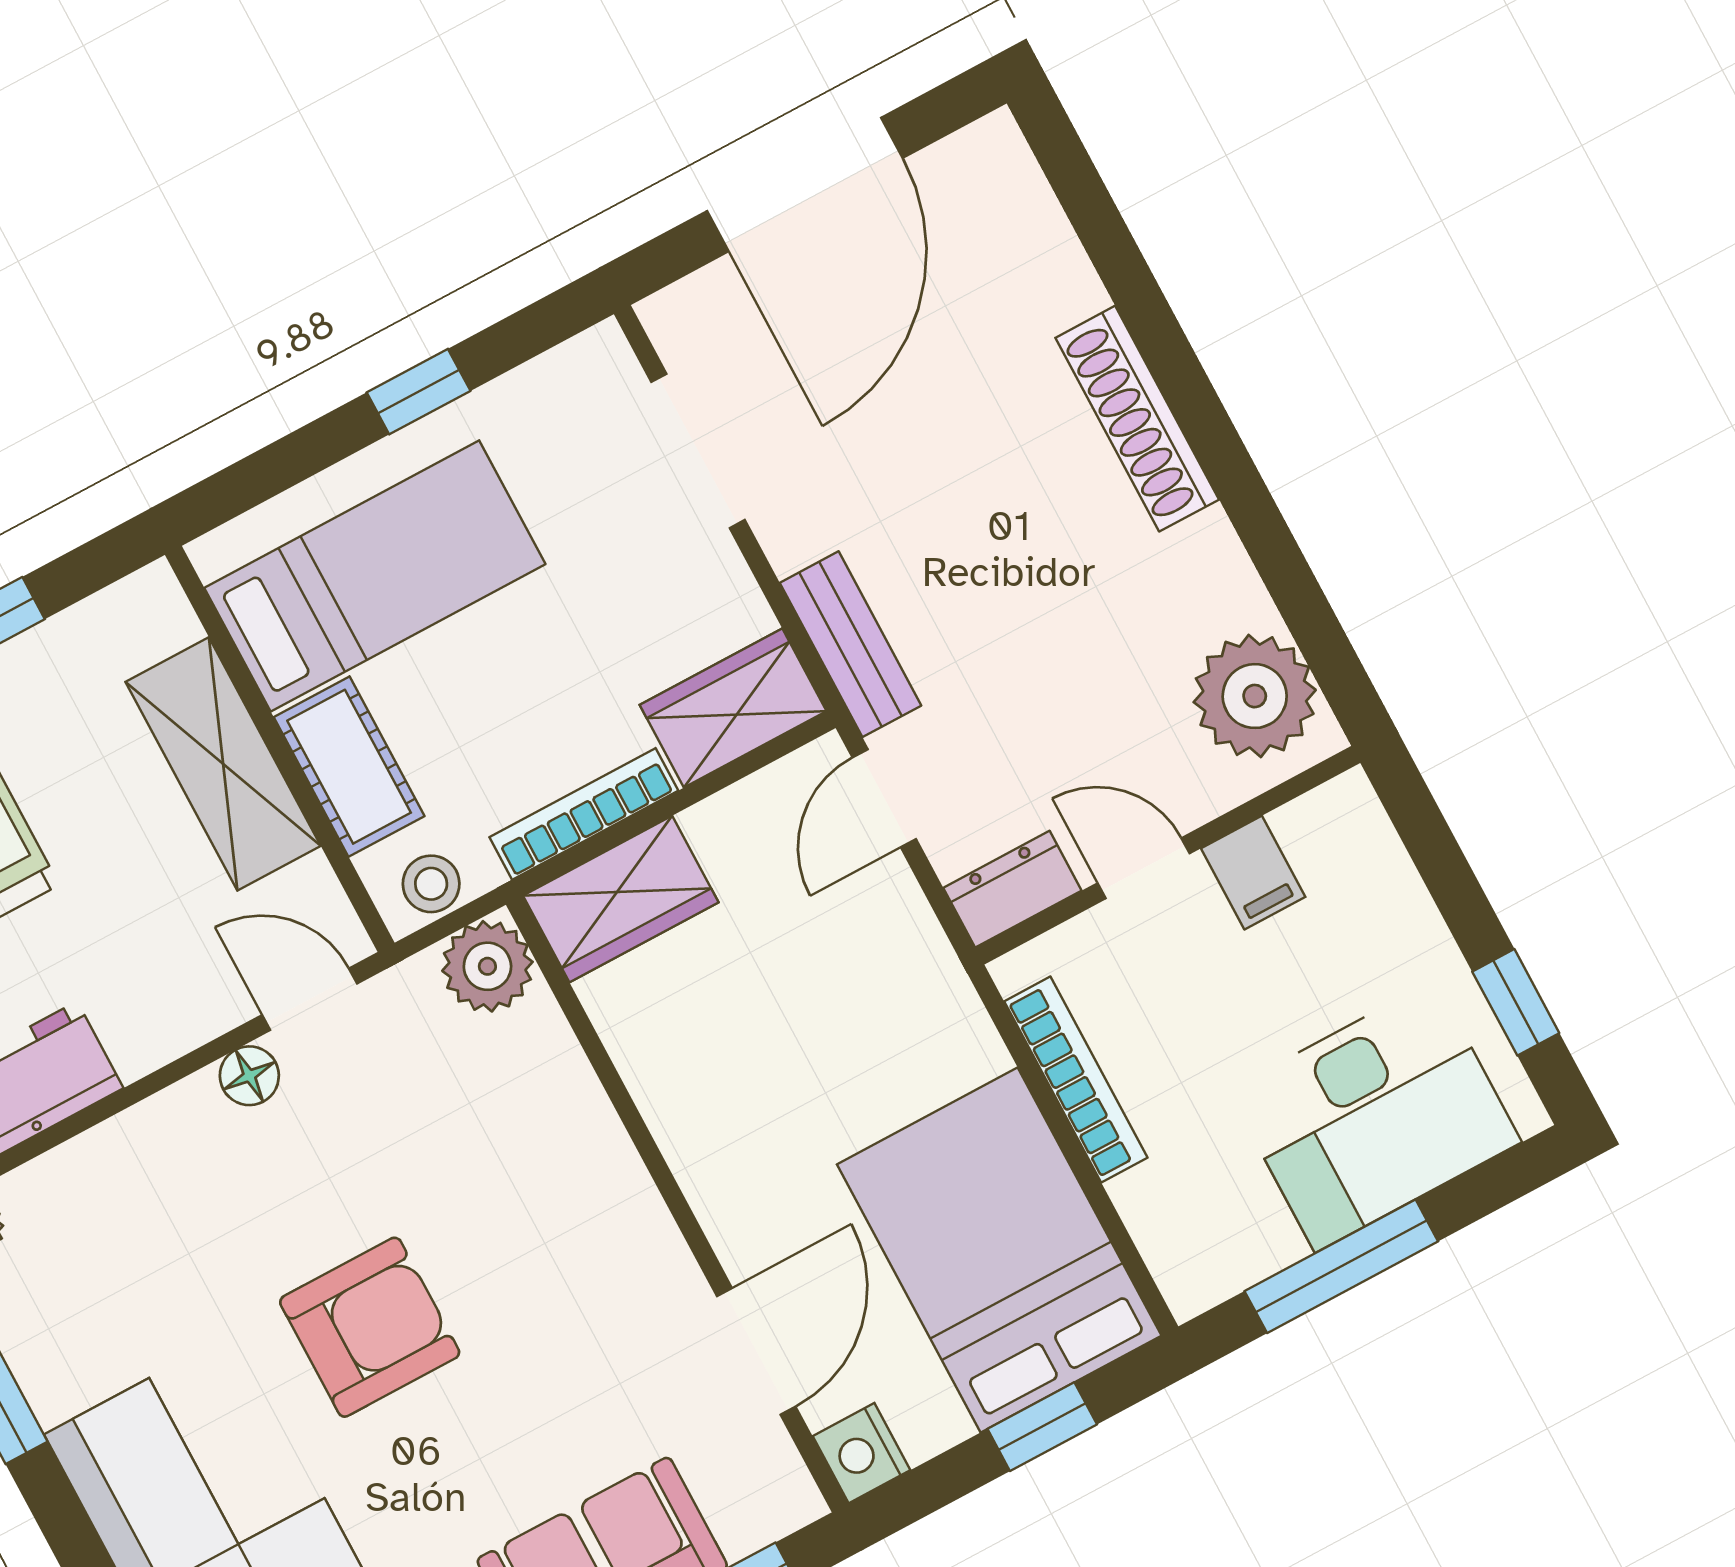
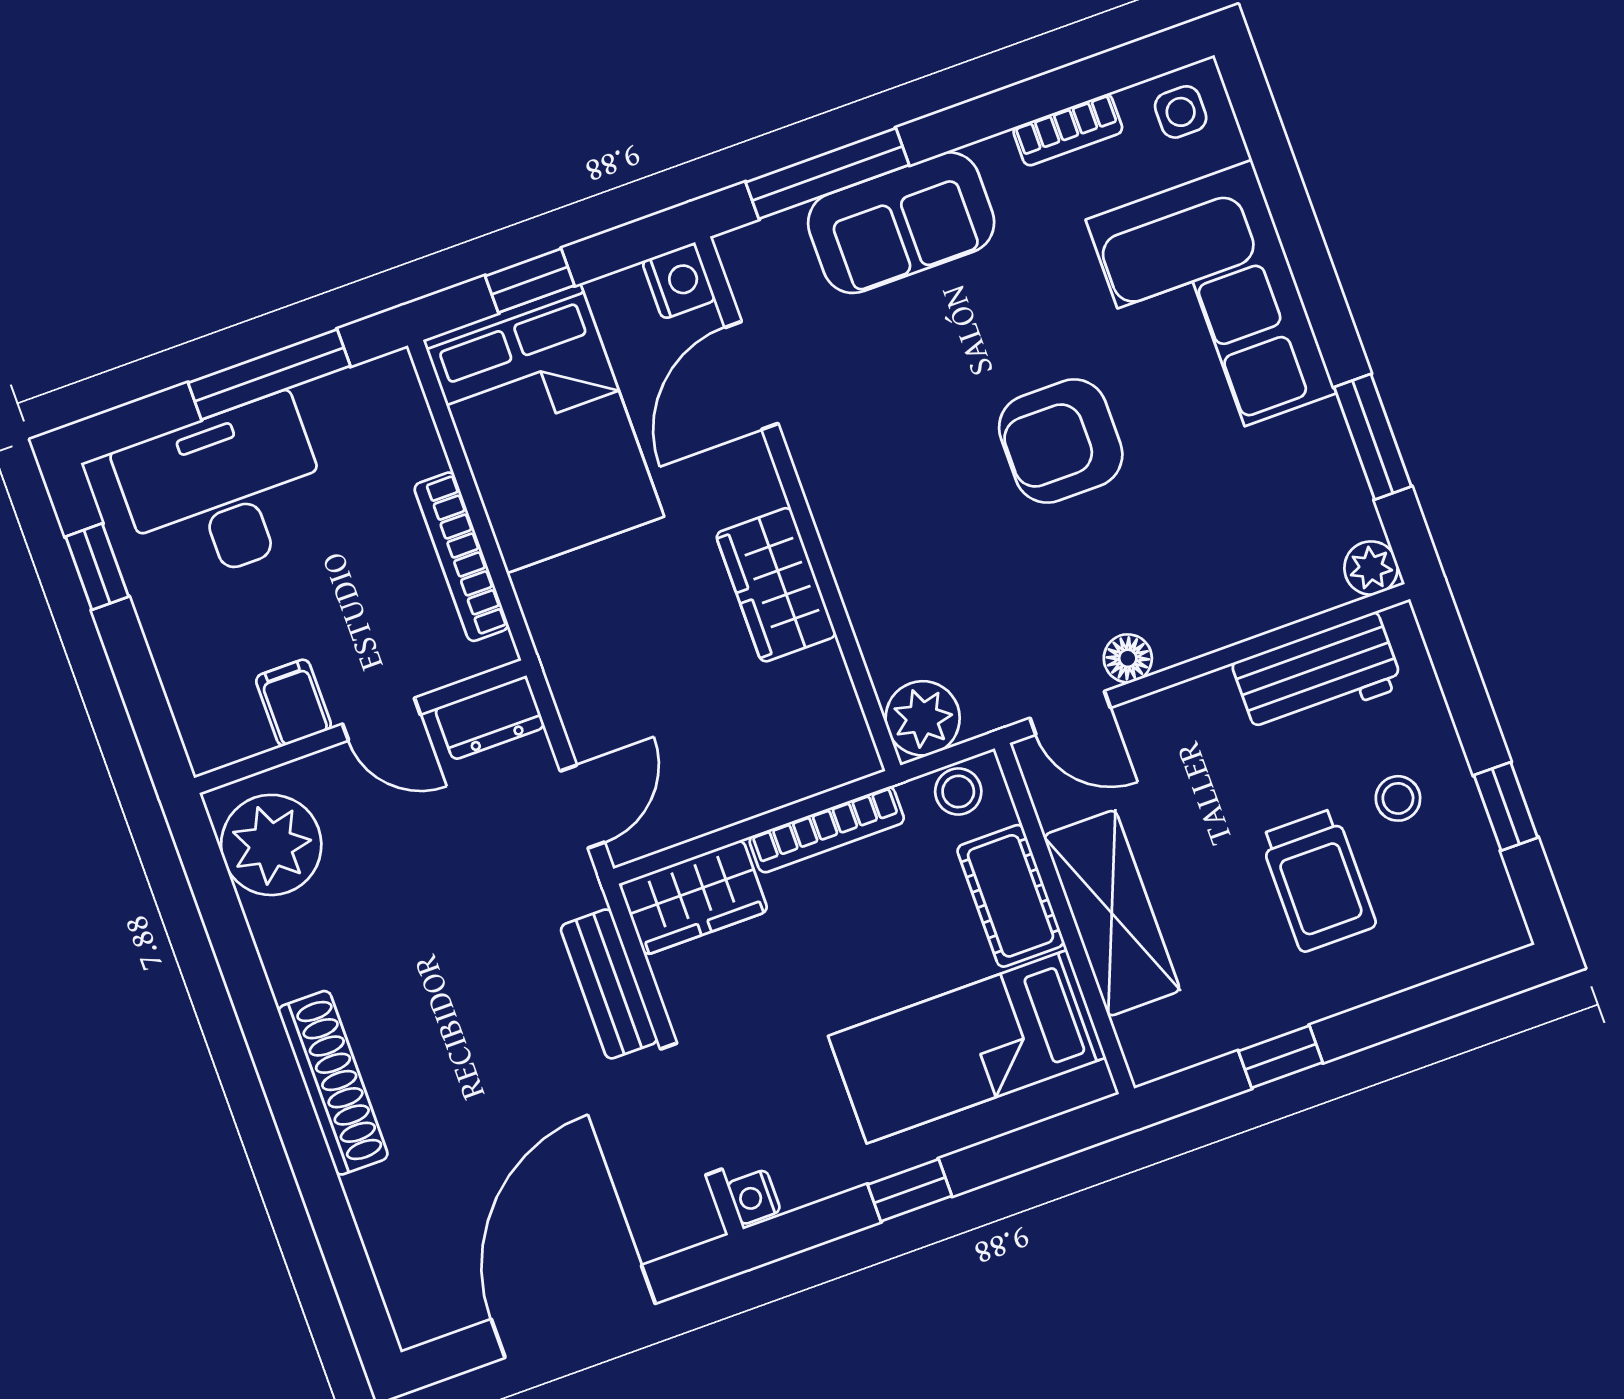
nightstand: (606, 355) -> (754, 1197), added
bench: (850, 644) -> (609, 984), moved
wardrobe: (621, 899) -> (776, 585), moved, turned -90

